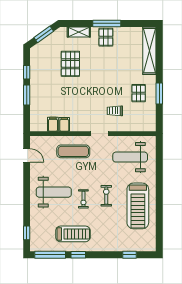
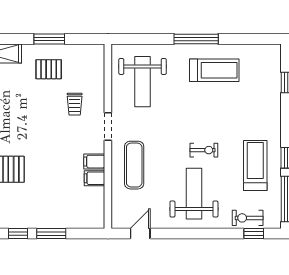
filing cabinet: (53, 124) -> (94, 162), moved
window: (159, 194) -> (196, 39), added
exercise bike: (106, 196) -> (248, 218), moved
treadmill: (138, 206) -> (214, 70), width x0.73, depth x0.73

